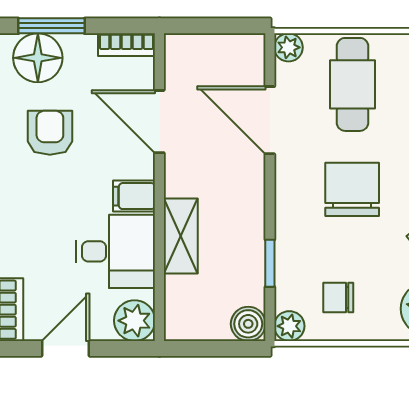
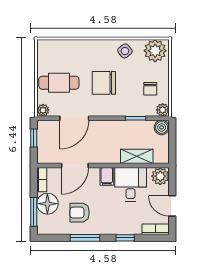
window: (224, 26) -> (34, 138), added
floor lamp: (38, 58) -> (47, 204), moved
shelving: (181, 236) -> (137, 156), moved

